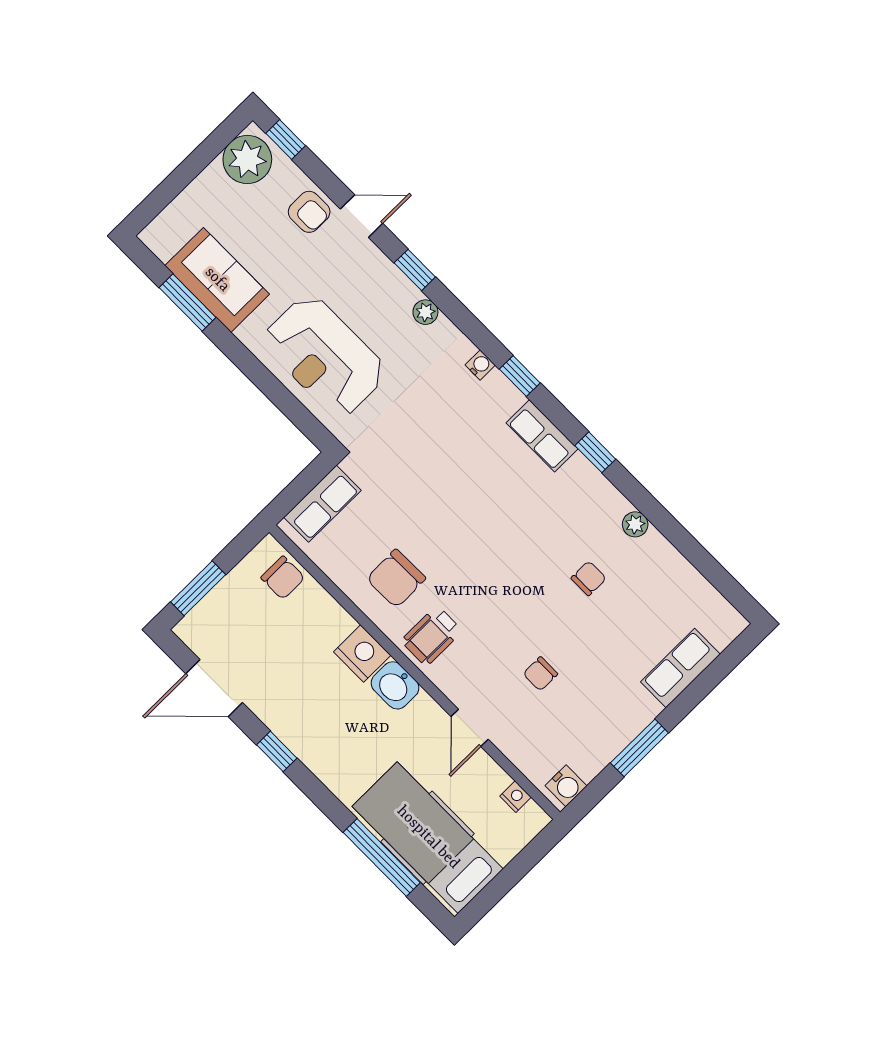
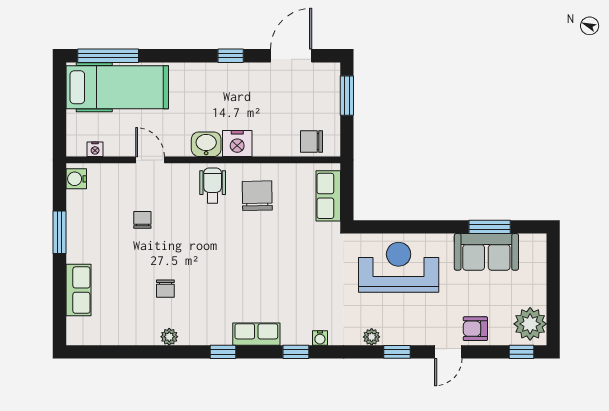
window: (382, 857) -> (108, 56), moved

